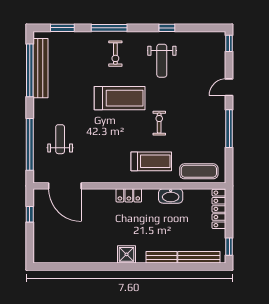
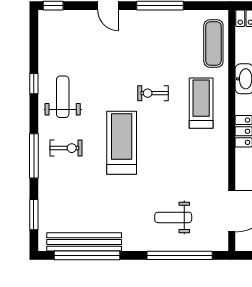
weight bench: (162, 61) -> (63, 97), moved, turned -90

